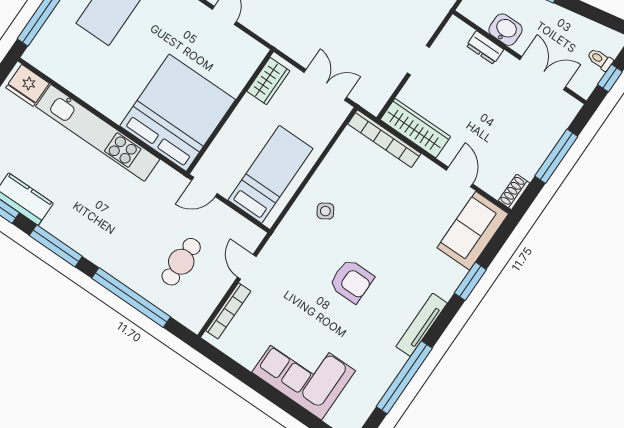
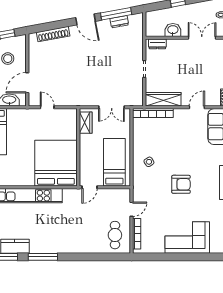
dresser: (485, 48) -> (157, 44), moved
double door: (325, 85) -> (112, 107), swing flipped
door: (460, 177) -> (197, 107), hinge flipped
cafe table: (181, 262) -> (115, 235), moved
door: (247, 267) -> (132, 209), swing flipped
window: (131, 297) -> (91, 257), removed

